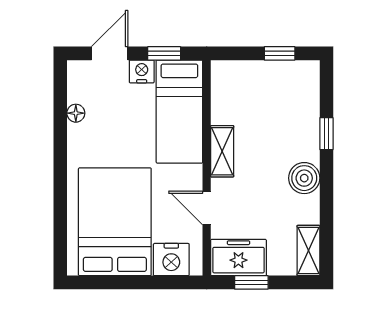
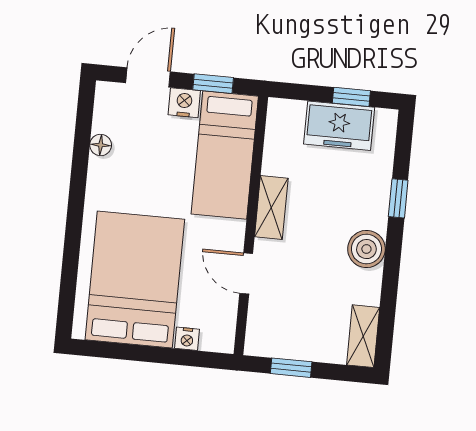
freezer: (238, 258) -> (339, 126), moved, turned 180
nightstand: (171, 260) -> (187, 339), width x0.53, depth x0.56

